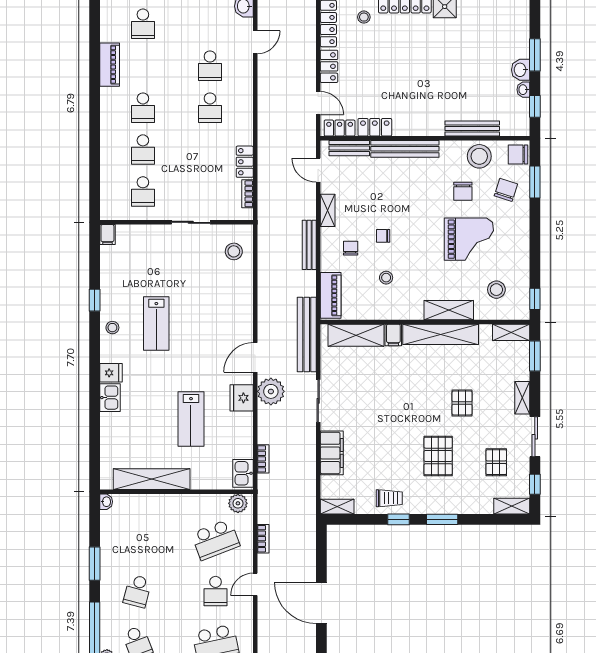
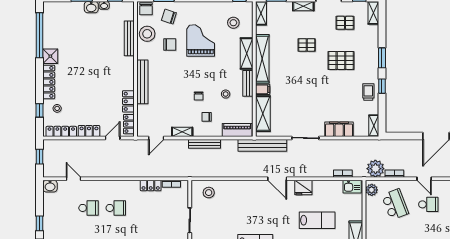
bench: (349, 148) -> (248, 83), moved
plant: (271, 391) -> (375, 169), moved

